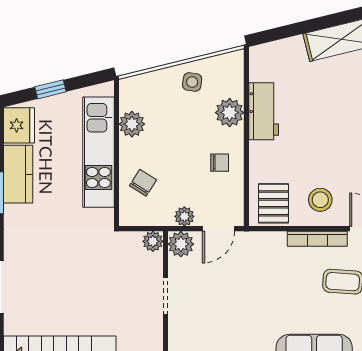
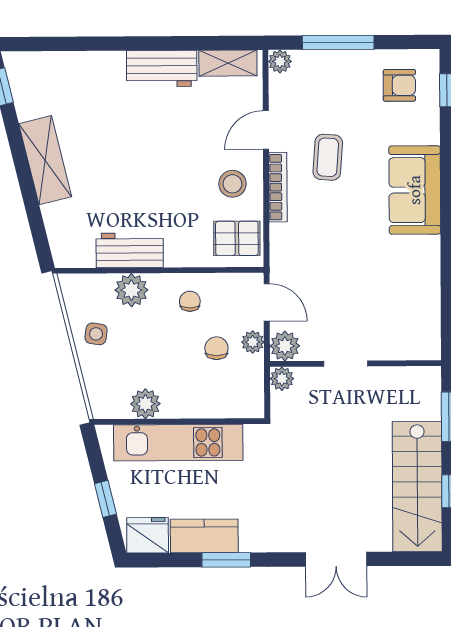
chair: (143, 183) -> (216, 348), moved, turned 58

